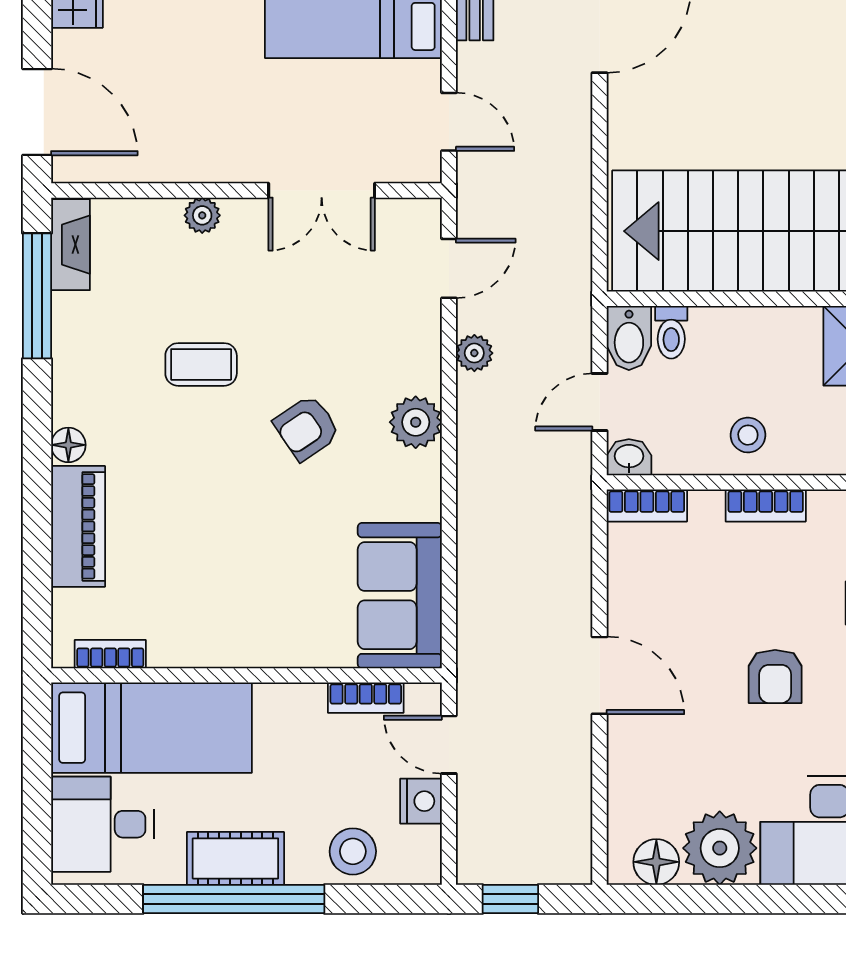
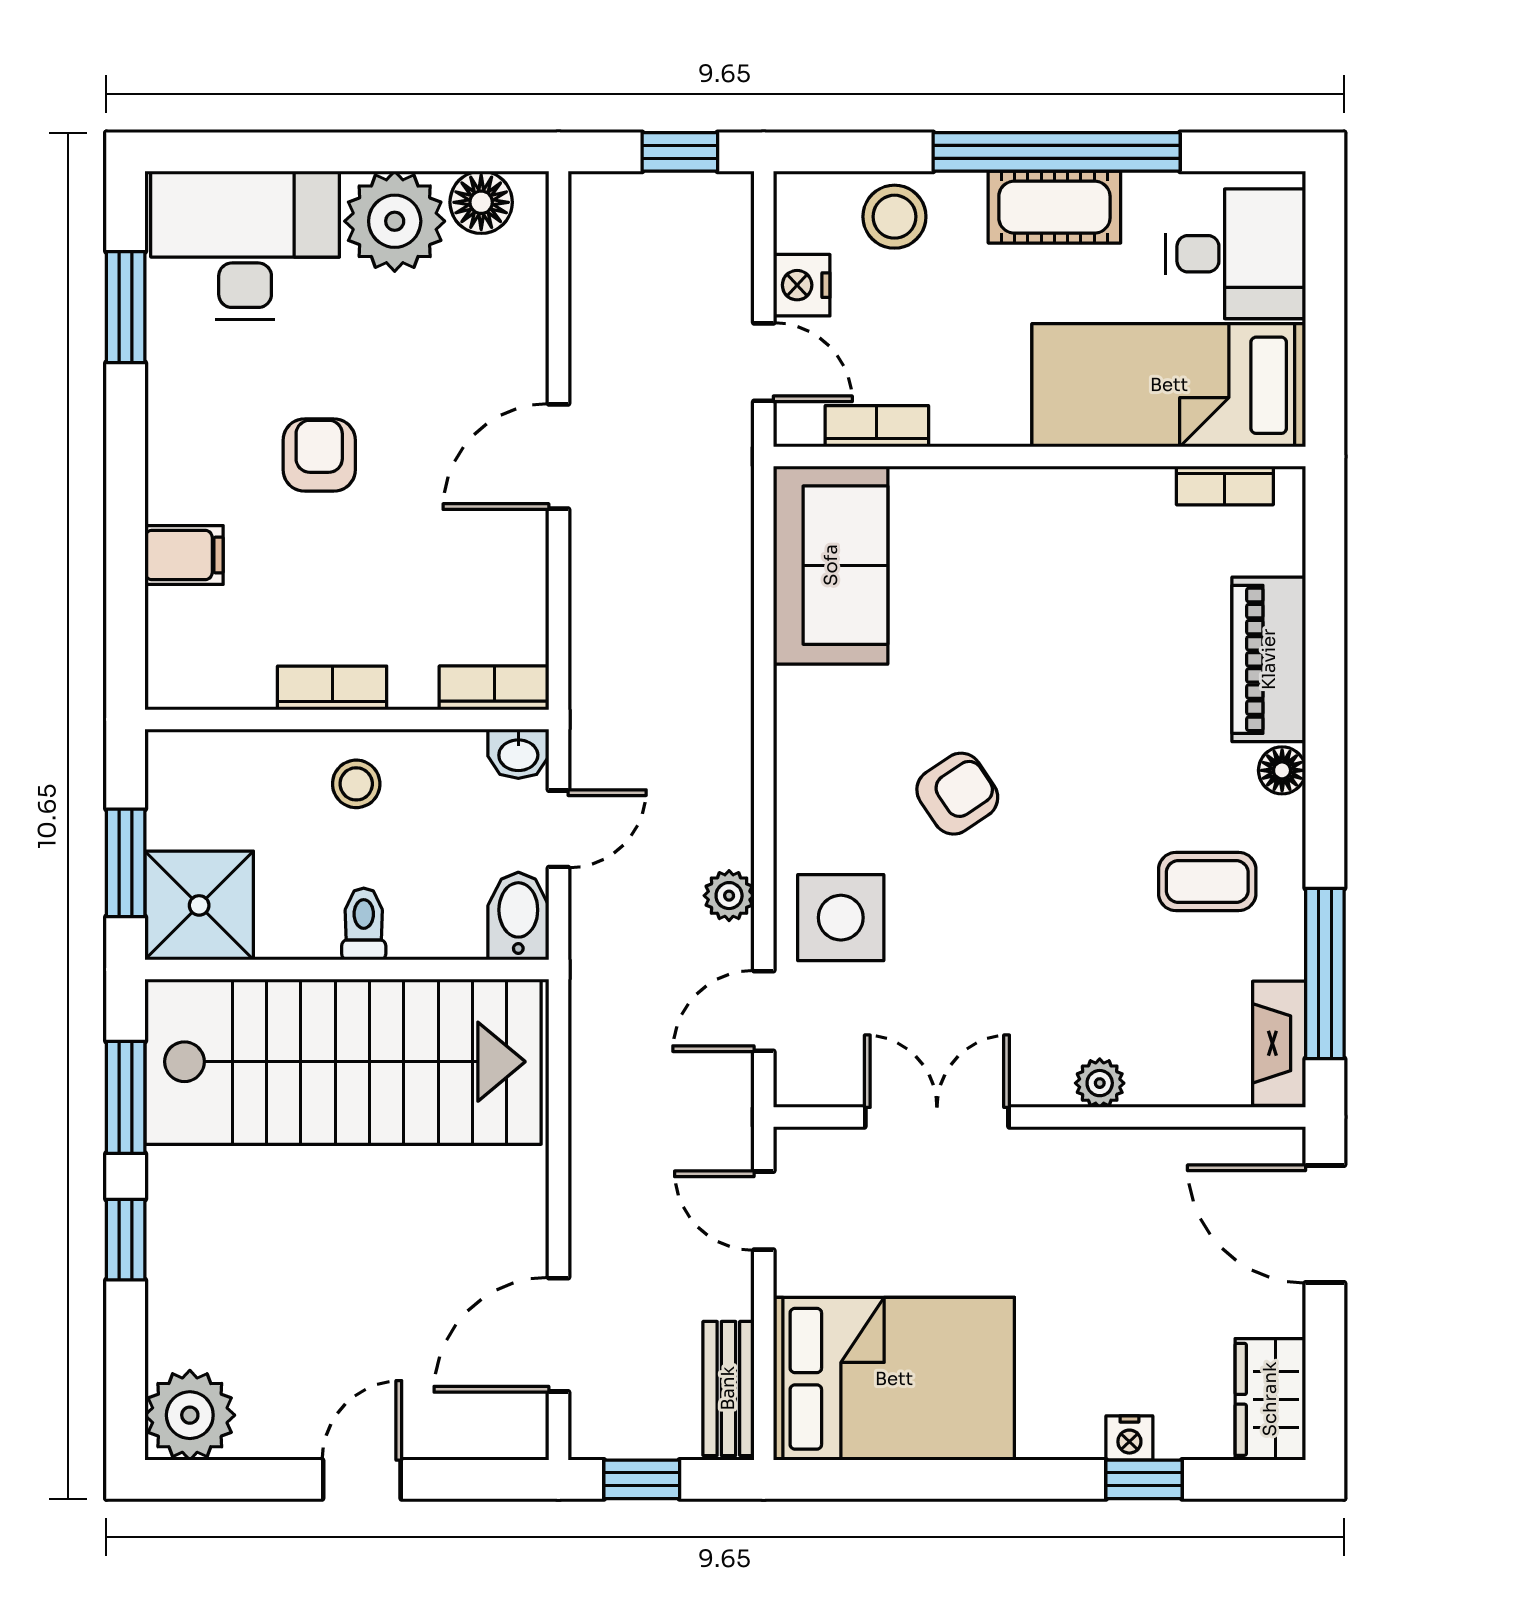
toilet: (671, 332) -> (364, 924), moved
side table: (392, 337) -> (841, 918), added
coffee table: (201, 364) -> (1207, 882), moved
plant: (416, 422) -> (809, 801), removed
door: (600, 675) -> (558, 457), hinge flipped

